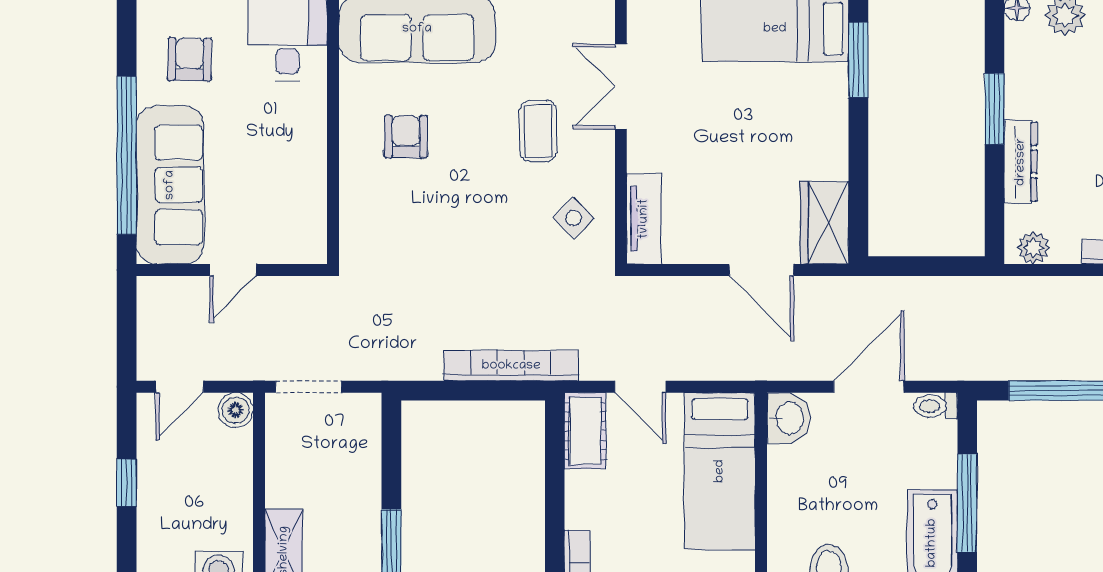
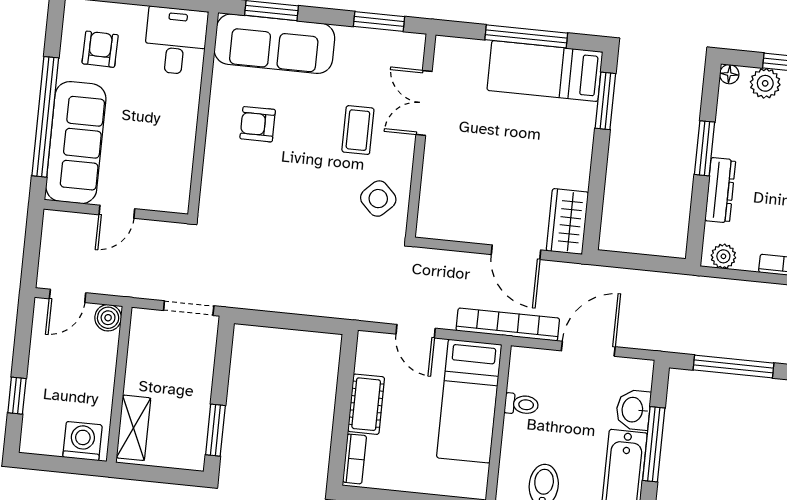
armchair: (406, 137) -> (258, 124), turned -90
side table: (574, 218) -> (378, 199), width x1.37, depth x1.37
tv unit: (644, 219) -> (431, 205), removed
bookcase: (511, 366) -> (508, 324), moved
doorway: (309, 387) -> (189, 308), moved
toilet: (936, 406) -> (521, 404), moved, turned 180
washbasin: (788, 418) -> (633, 410), moved, turned 180
cot: (585, 431) -> (366, 404), moved
window: (127, 483) -> (17, 396), moved

